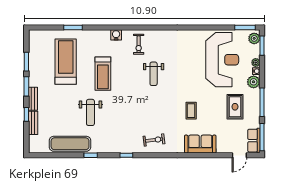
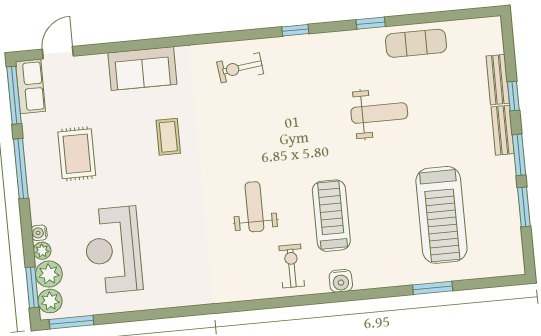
reception desk: (222, 60) -> (113, 250), width x0.74, depth x0.77
treadmill: (103, 74) -> (331, 216), moved
plant: (254, 82) -> (49, 274), moved
weight bench: (90, 112) -> (379, 113), turned 90
exercise mat: (70, 144) -> (416, 43), width x0.73, depth x0.69

